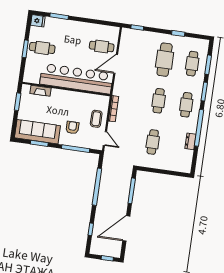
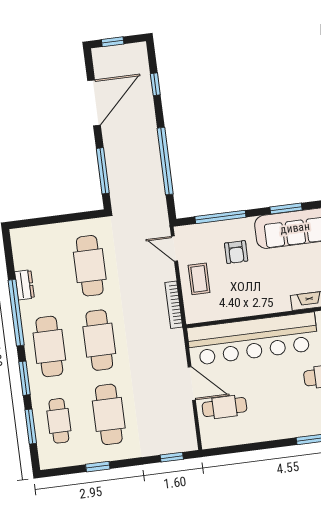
door: (116, 64) -> (192, 383), hinge flipped
cafe table: (159, 101) -> (99, 340), width x1.37, depth x1.35
cafe table: (186, 105) -> (49, 346), width x1.37, depth x1.35
cafe table: (153, 142) -> (90, 266), width x1.37, depth x1.35

